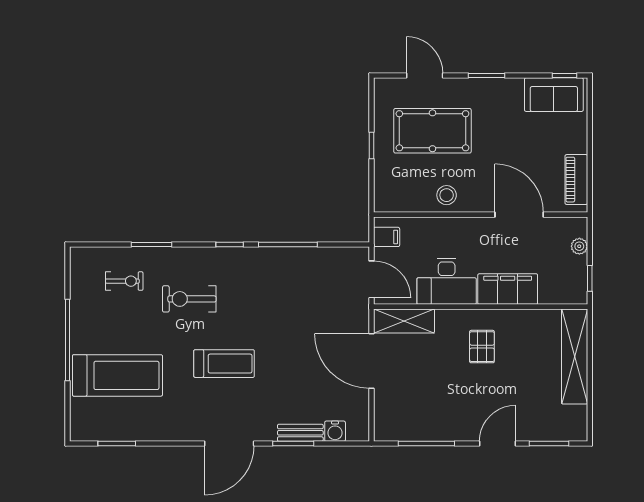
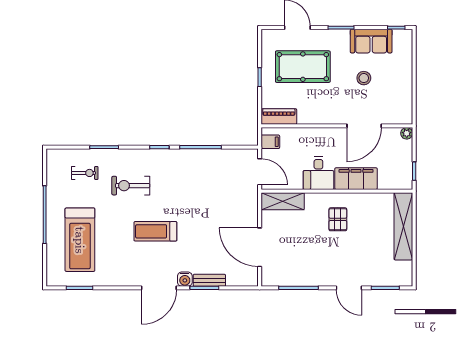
sofa: (554, 95) -> (371, 41), moved
piano: (576, 180) -> (279, 117), moved, turned 90
stool: (447, 195) -> (364, 78), moved
door: (519, 215) -> (364, 126), swing flipped
plant: (579, 246) -> (407, 133), moved
desk: (447, 281) -> (318, 173), width x0.73
door: (371, 361) -> (260, 247), moved
treadmill: (224, 364) -> (155, 231), turned 180
treadmill: (117, 375) -> (80, 240), turned 90
water cooler: (335, 431) -> (185, 279), moved
door: (498, 444) -> (349, 288), swing flipped

